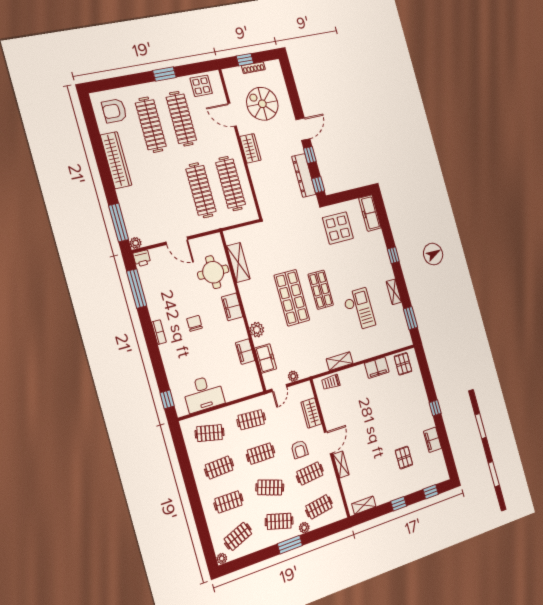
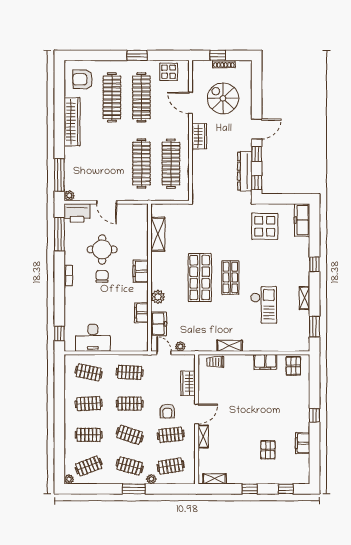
printer: (142, 258) -> (77, 213), width x1.87, depth x1.48
round table: (213, 272) -> (102, 249), moved
door: (279, 388) -> (164, 353), swing flipped

